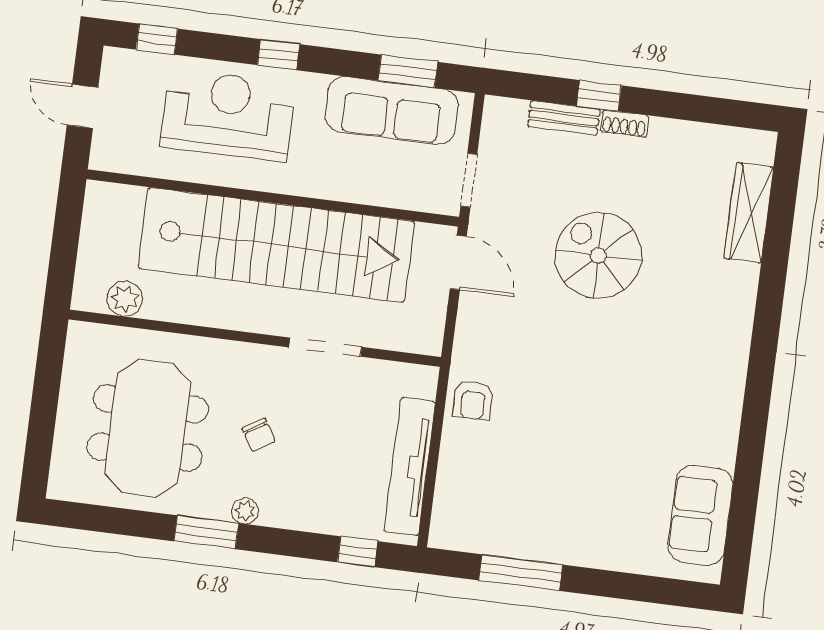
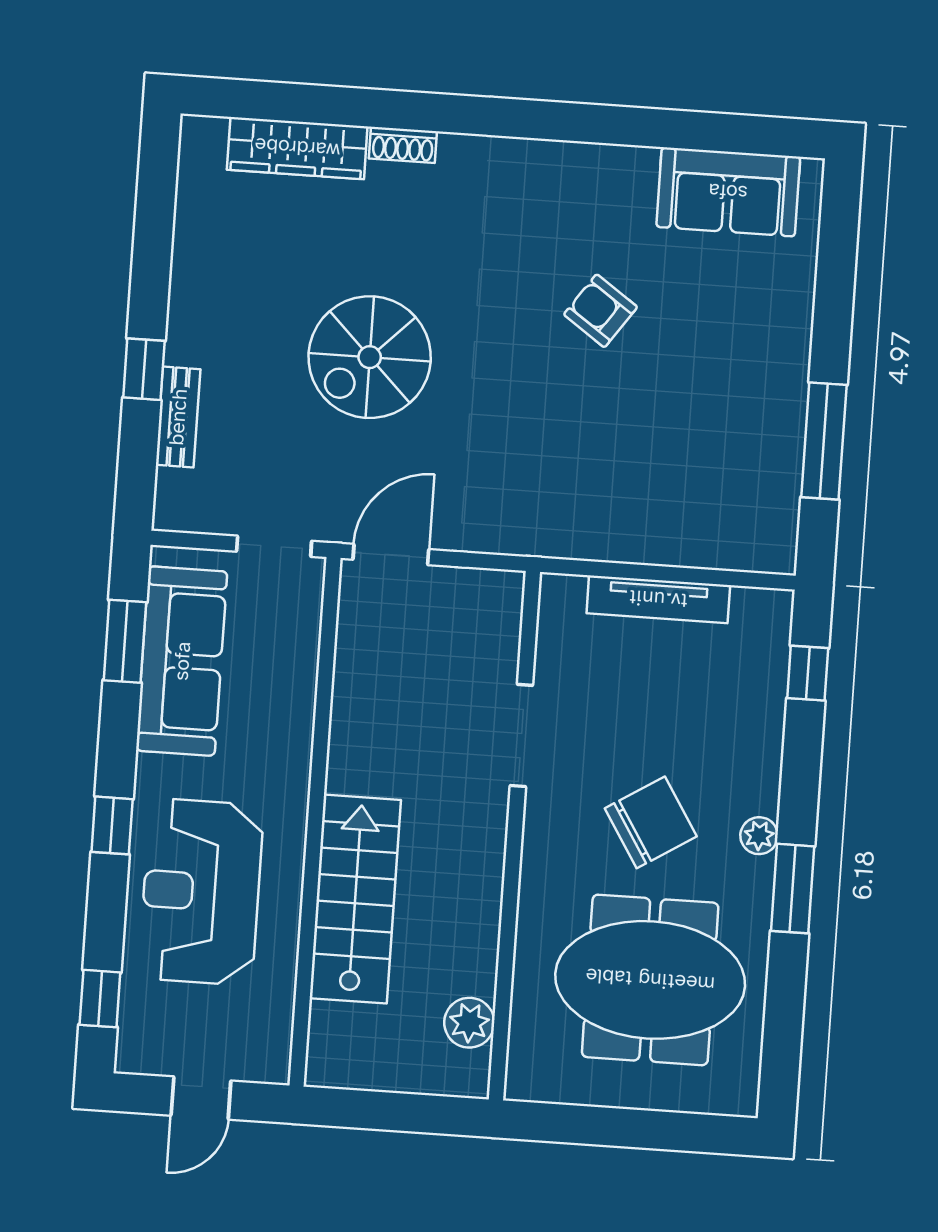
shoe rack: (624, 124) -> (403, 145), moved, turned 90
stairs: (276, 245) -> (355, 899), width x0.54, depth x0.66
armchair: (473, 400) -> (601, 311), moved, turned -145
chair: (259, 435) -> (651, 822), width x1.87, depth x1.87
tv unit: (410, 467) -> (658, 599), width x0.73, depth x0.78

